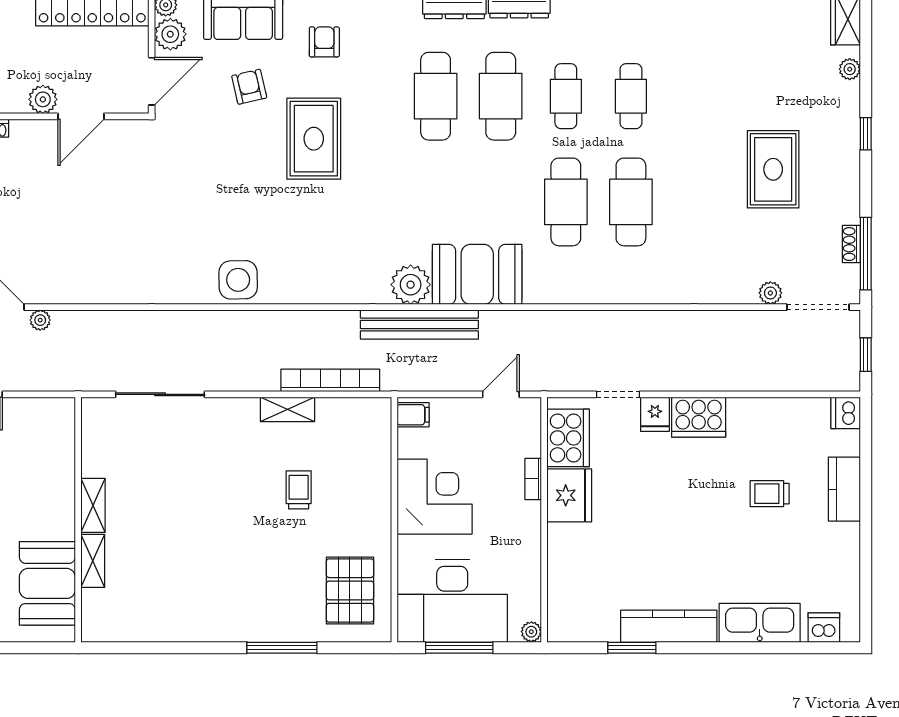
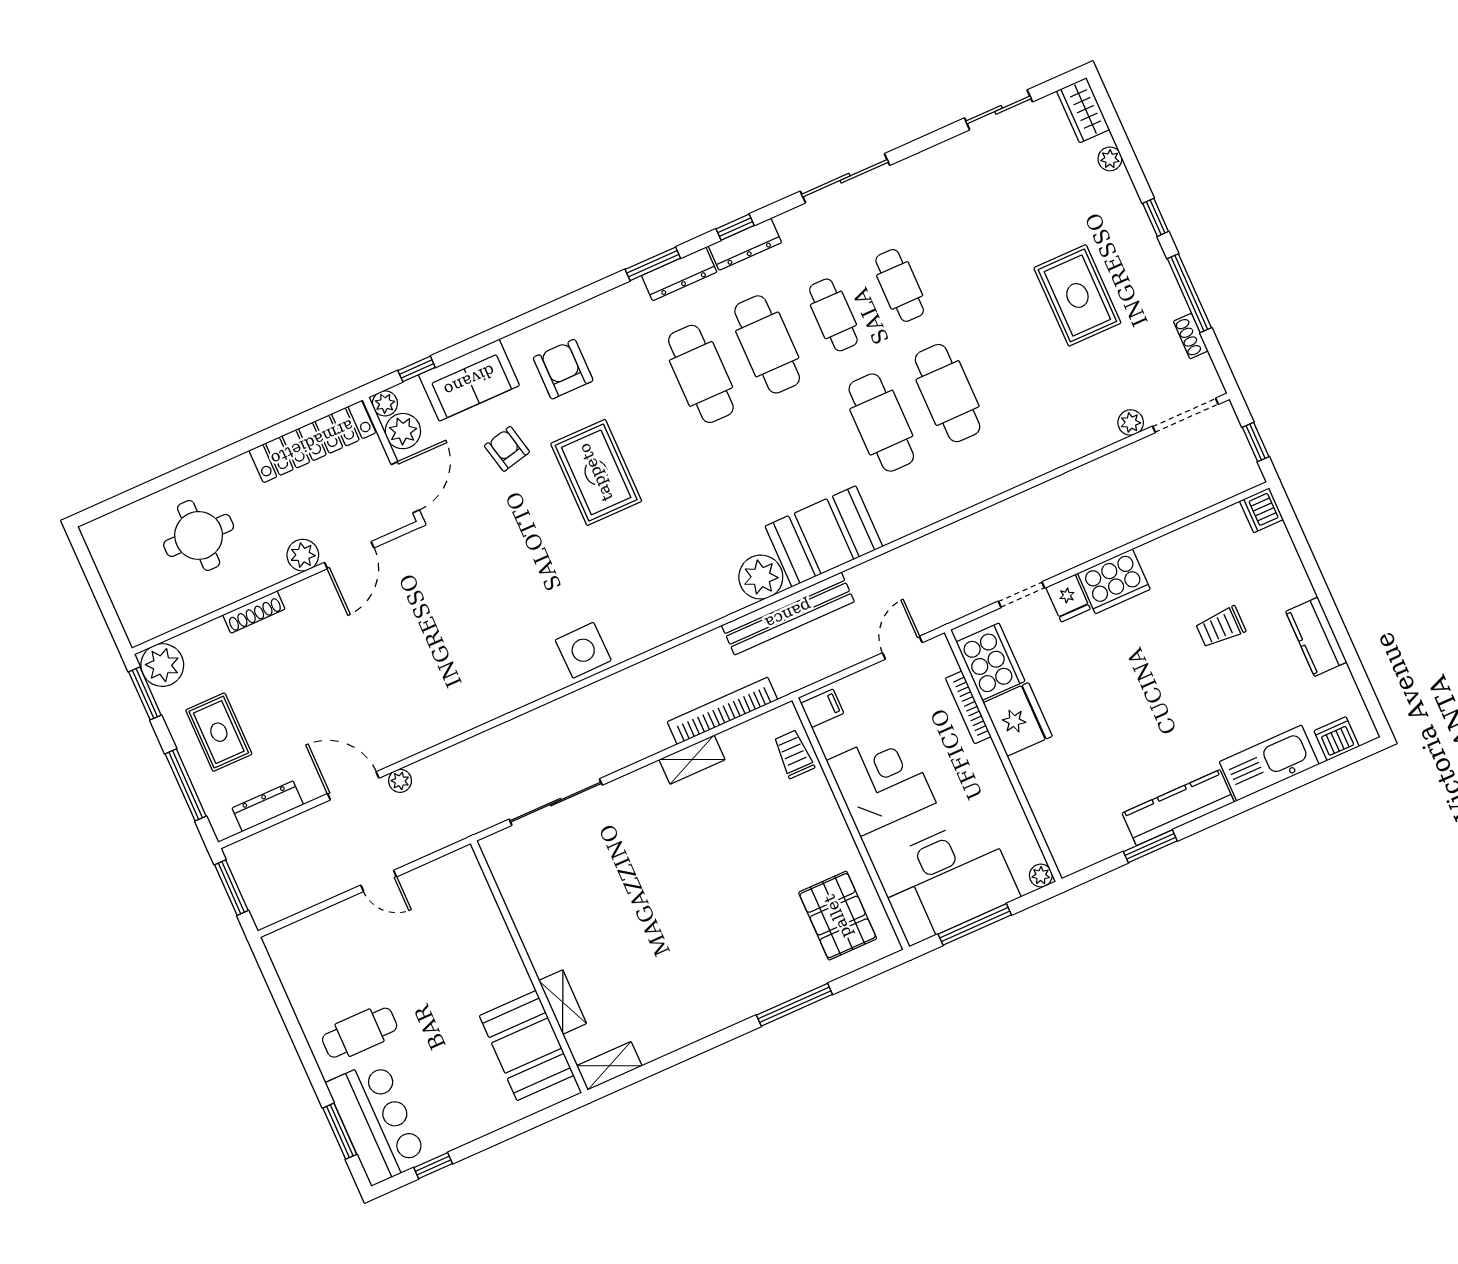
armchair: (324, 42) -> (563, 369), width x1.38, depth x1.38
window: (866, 254) -> (1189, 293), moved
bookcase: (533, 479) -> (968, 707), width x1.56
kitchen counter: (844, 489) -> (1316, 637), moved
trolley: (299, 490) -> (794, 754), moved
shelving: (93, 505) -> (609, 1066), moved, turned 90

